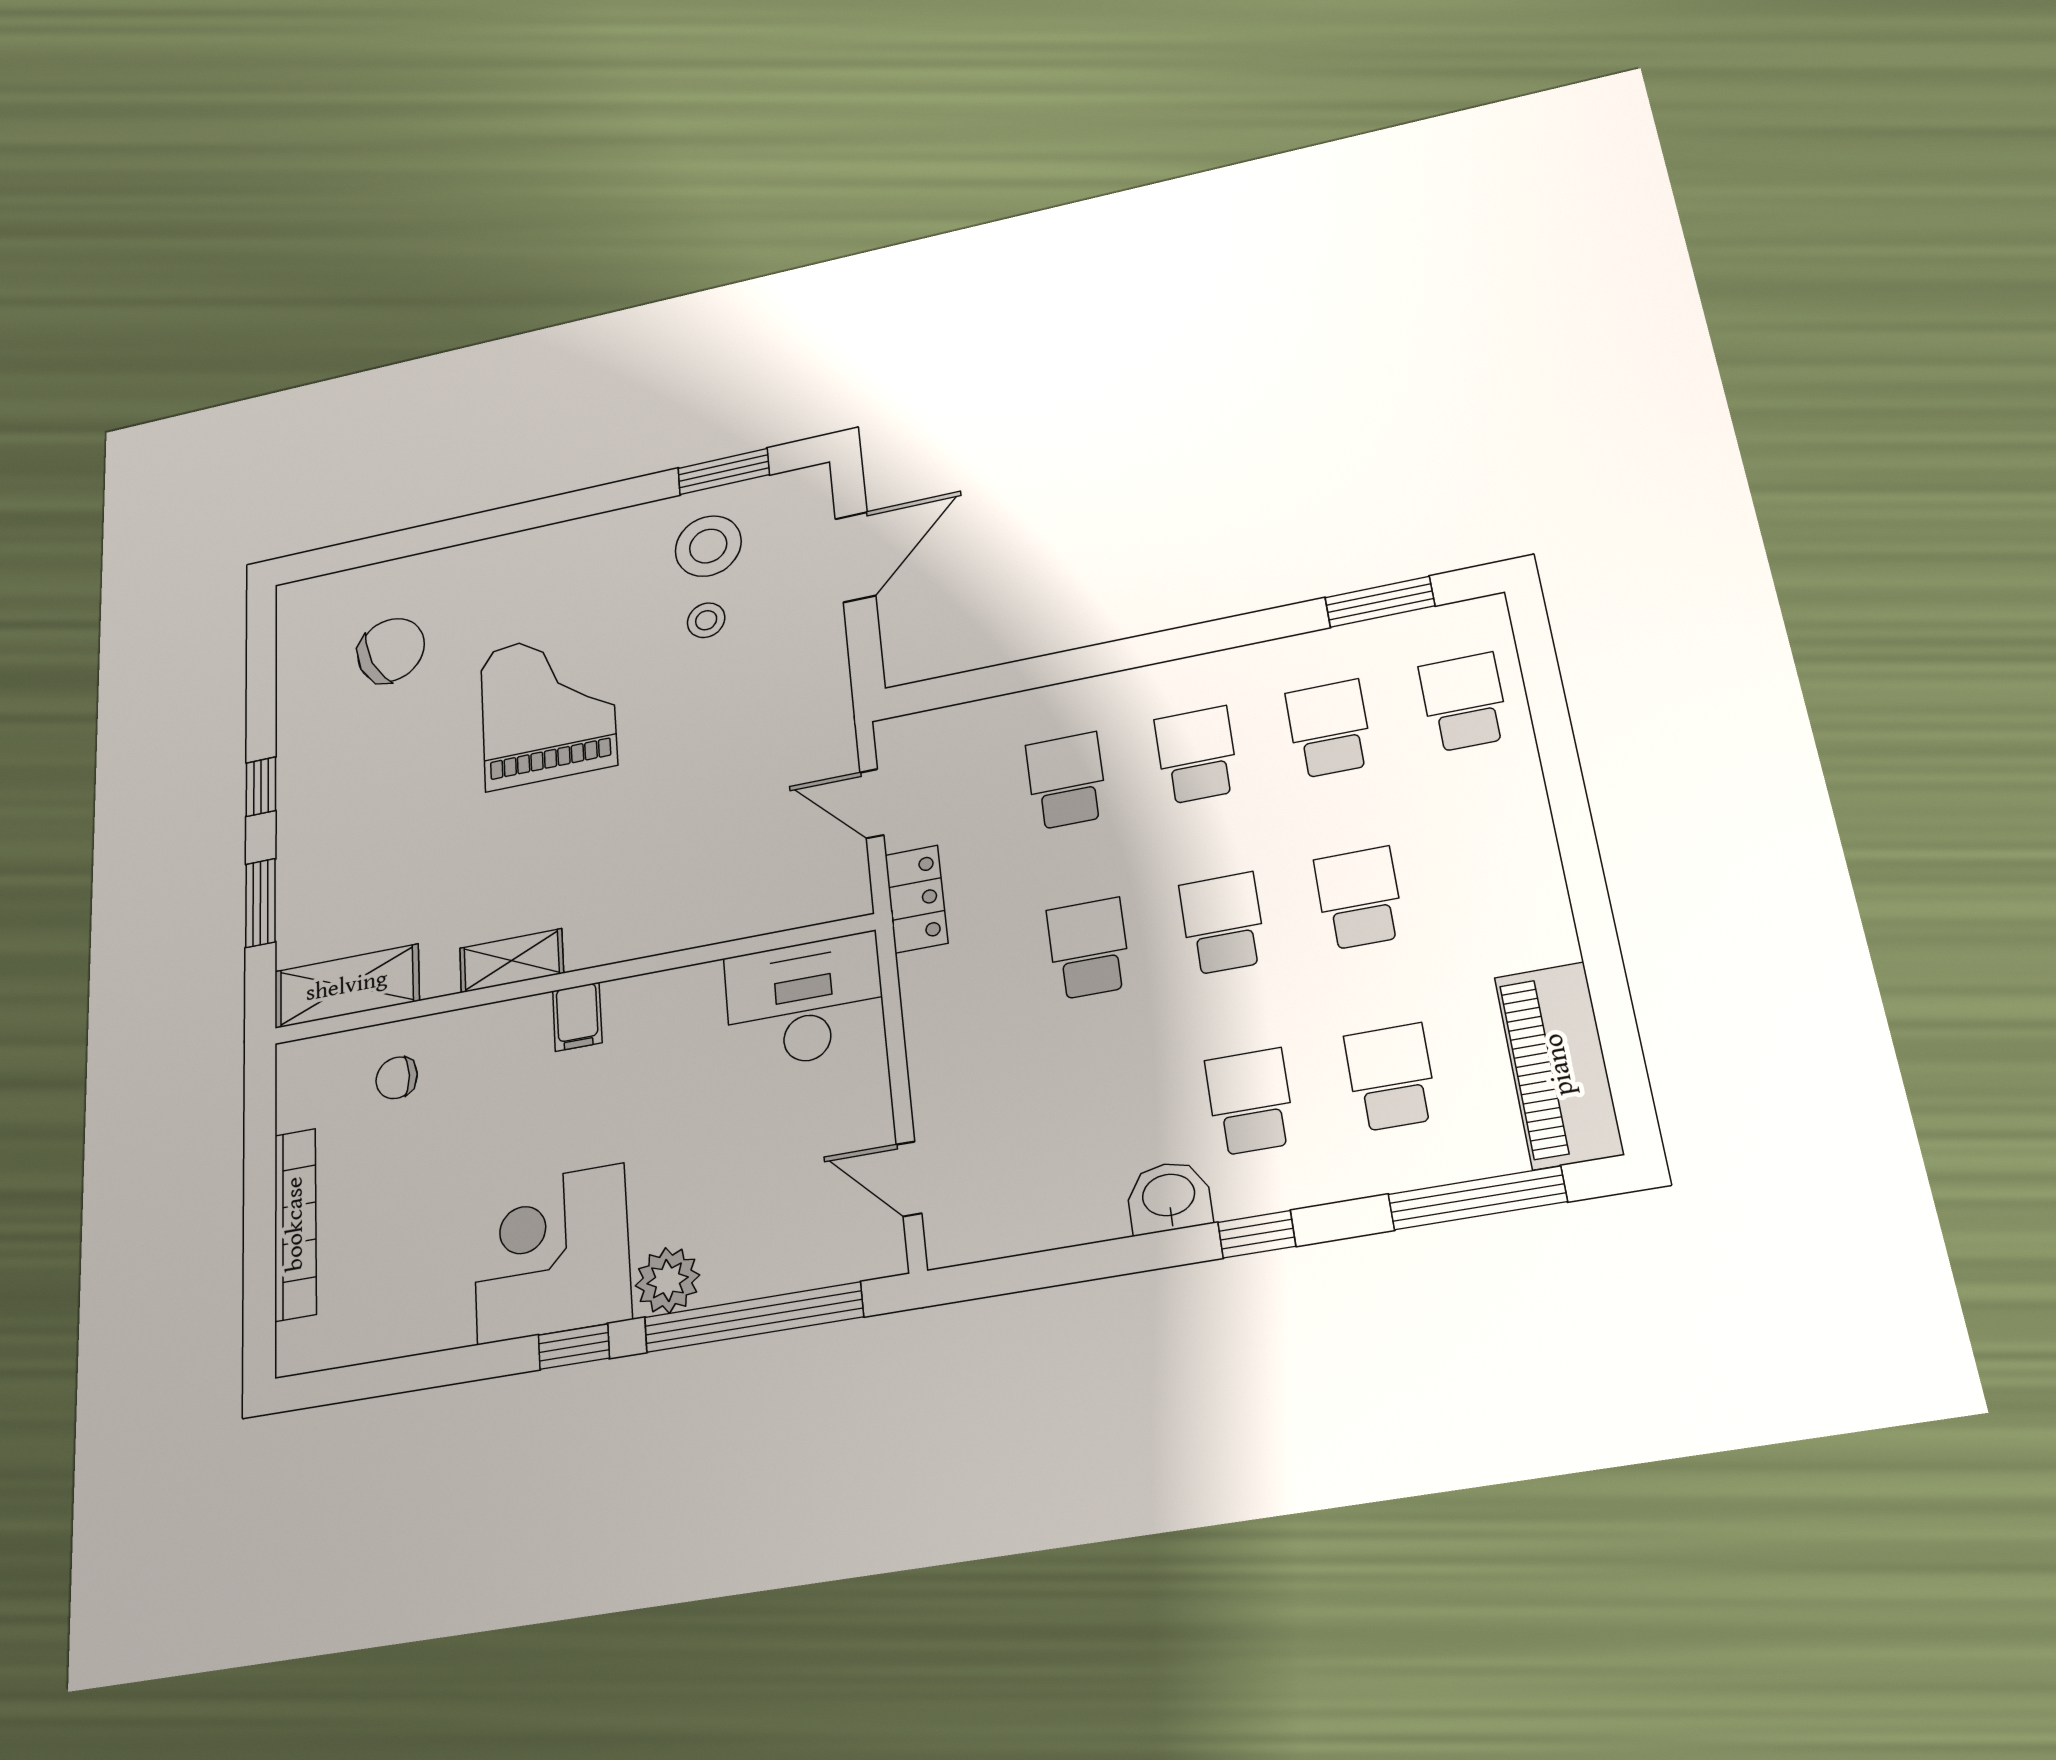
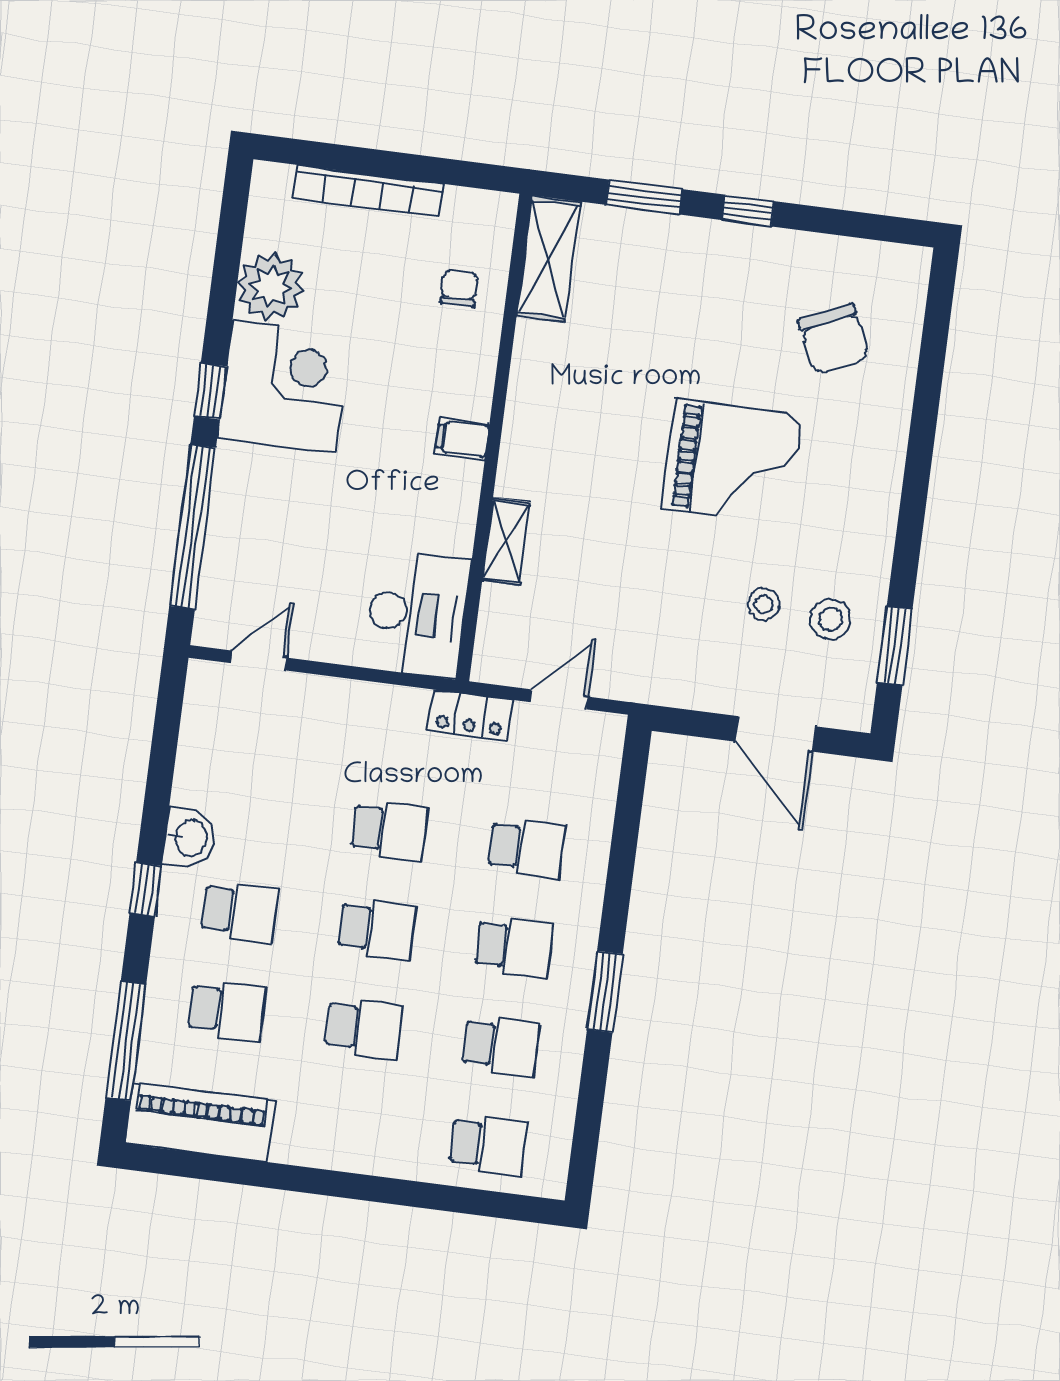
stool: (708, 546) -> (830, 619), width x0.73, depth x0.73
window: (1380, 602) -> (605, 992), moved
shelving: (512, 961) -> (506, 541), moved
plant: (667, 1280) -> (271, 287), moved, width x1.36, depth x1.36

